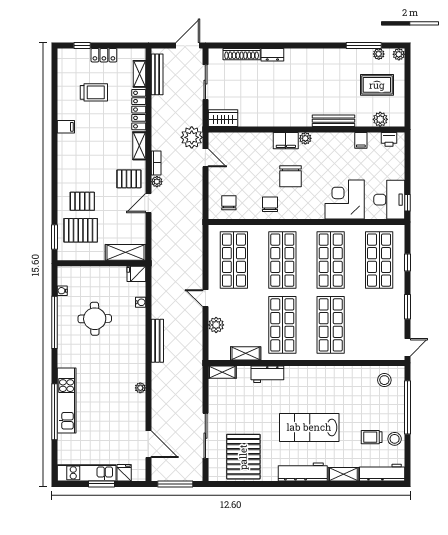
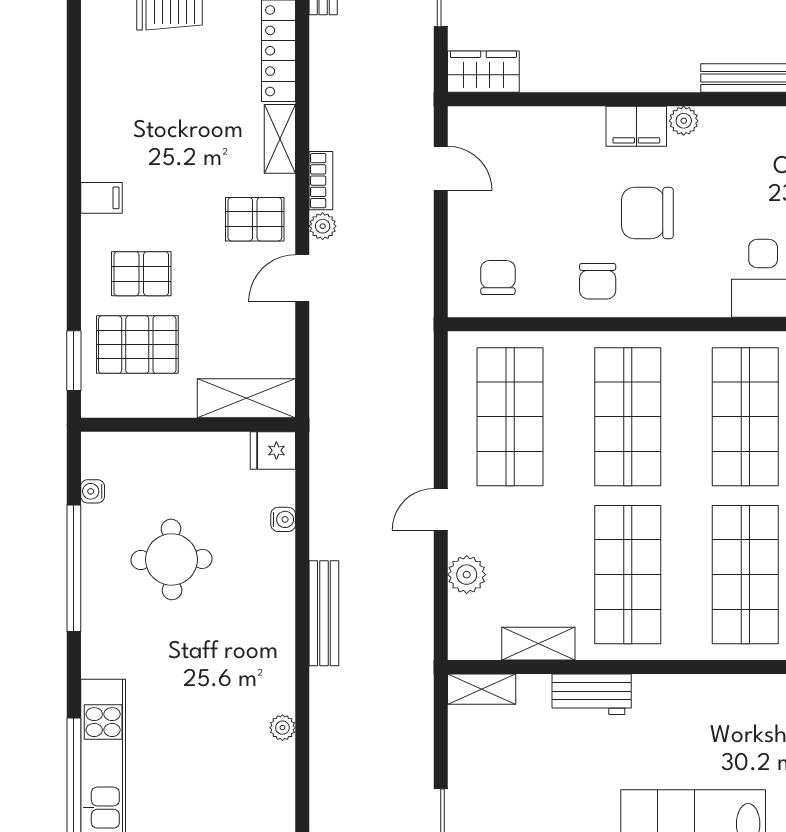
filing cabinet: (66, 127) -> (101, 198), moved
plant: (192, 137) -> (407, 118), removed
chair: (290, 176) -> (647, 213), turned 90
chair: (270, 204) -> (598, 281), turned 180
door: (205, 298) -> (441, 509), hinge flipped

